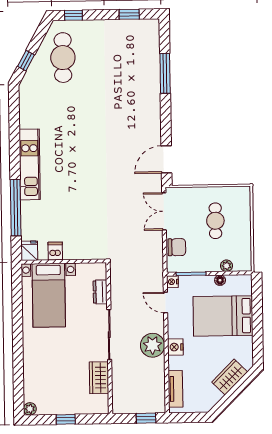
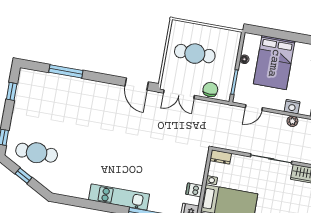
window: (26, 61) -> (24, 176), moved
cafe table: (215, 221) -> (195, 54), width x1.37, depth x1.35
plant: (226, 266) -> (234, 52), removed
nightstand: (172, 282) -> (238, 99), removed
dresser: (100, 292) -> (221, 157), moved
plant: (153, 345) -> (292, 121), width x0.53, depth x0.53

